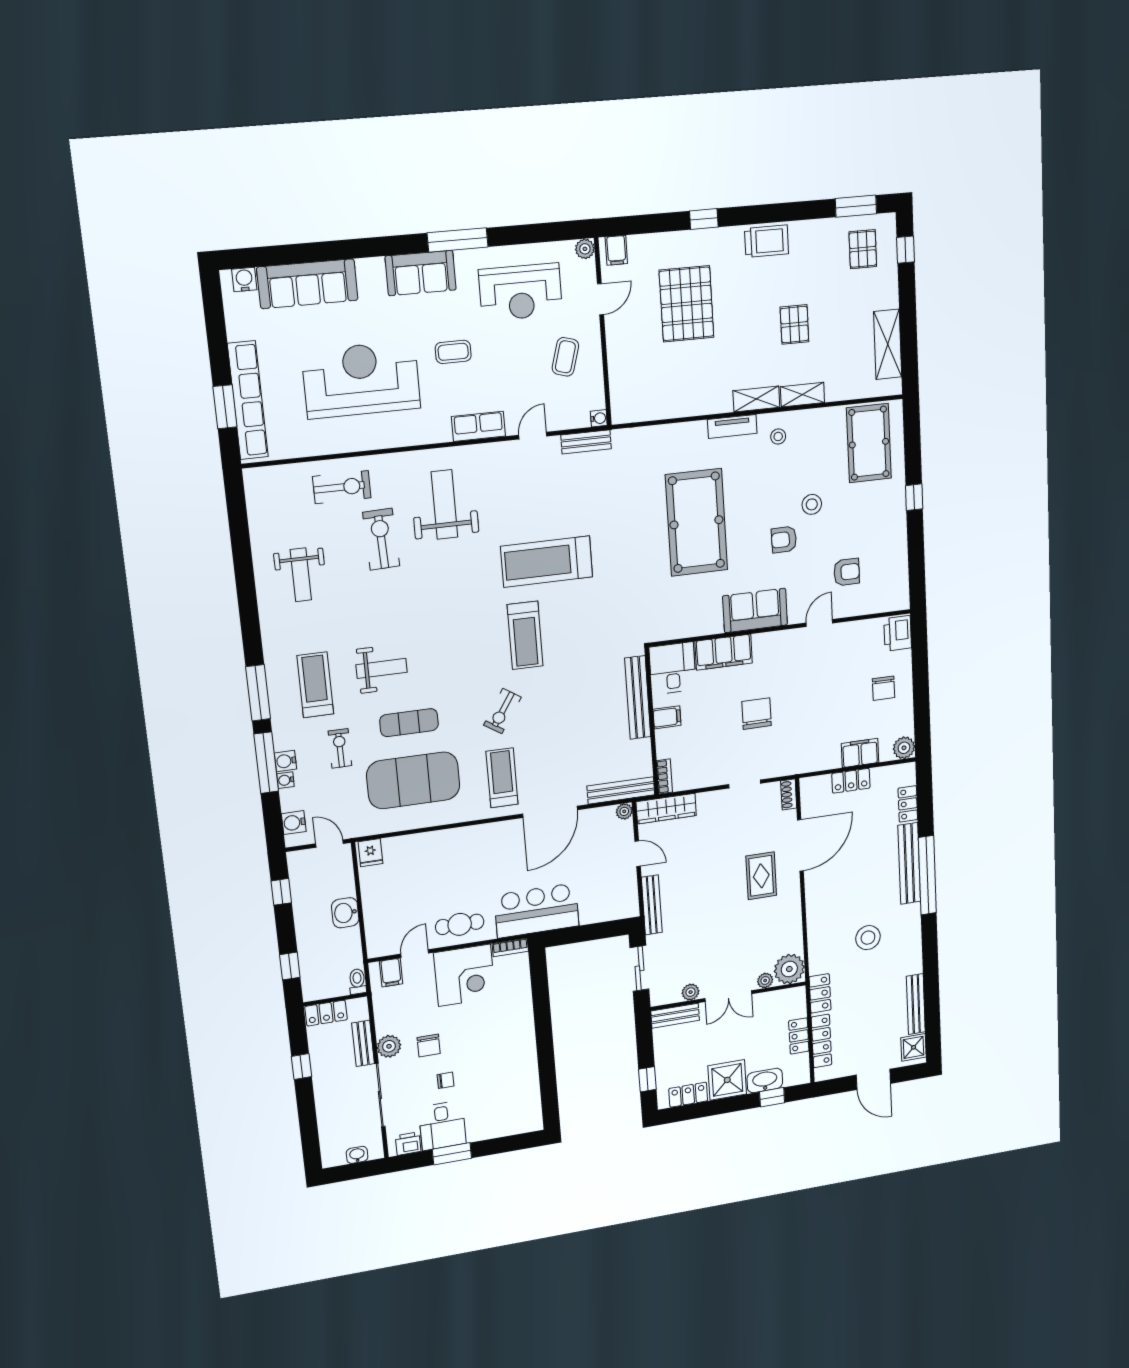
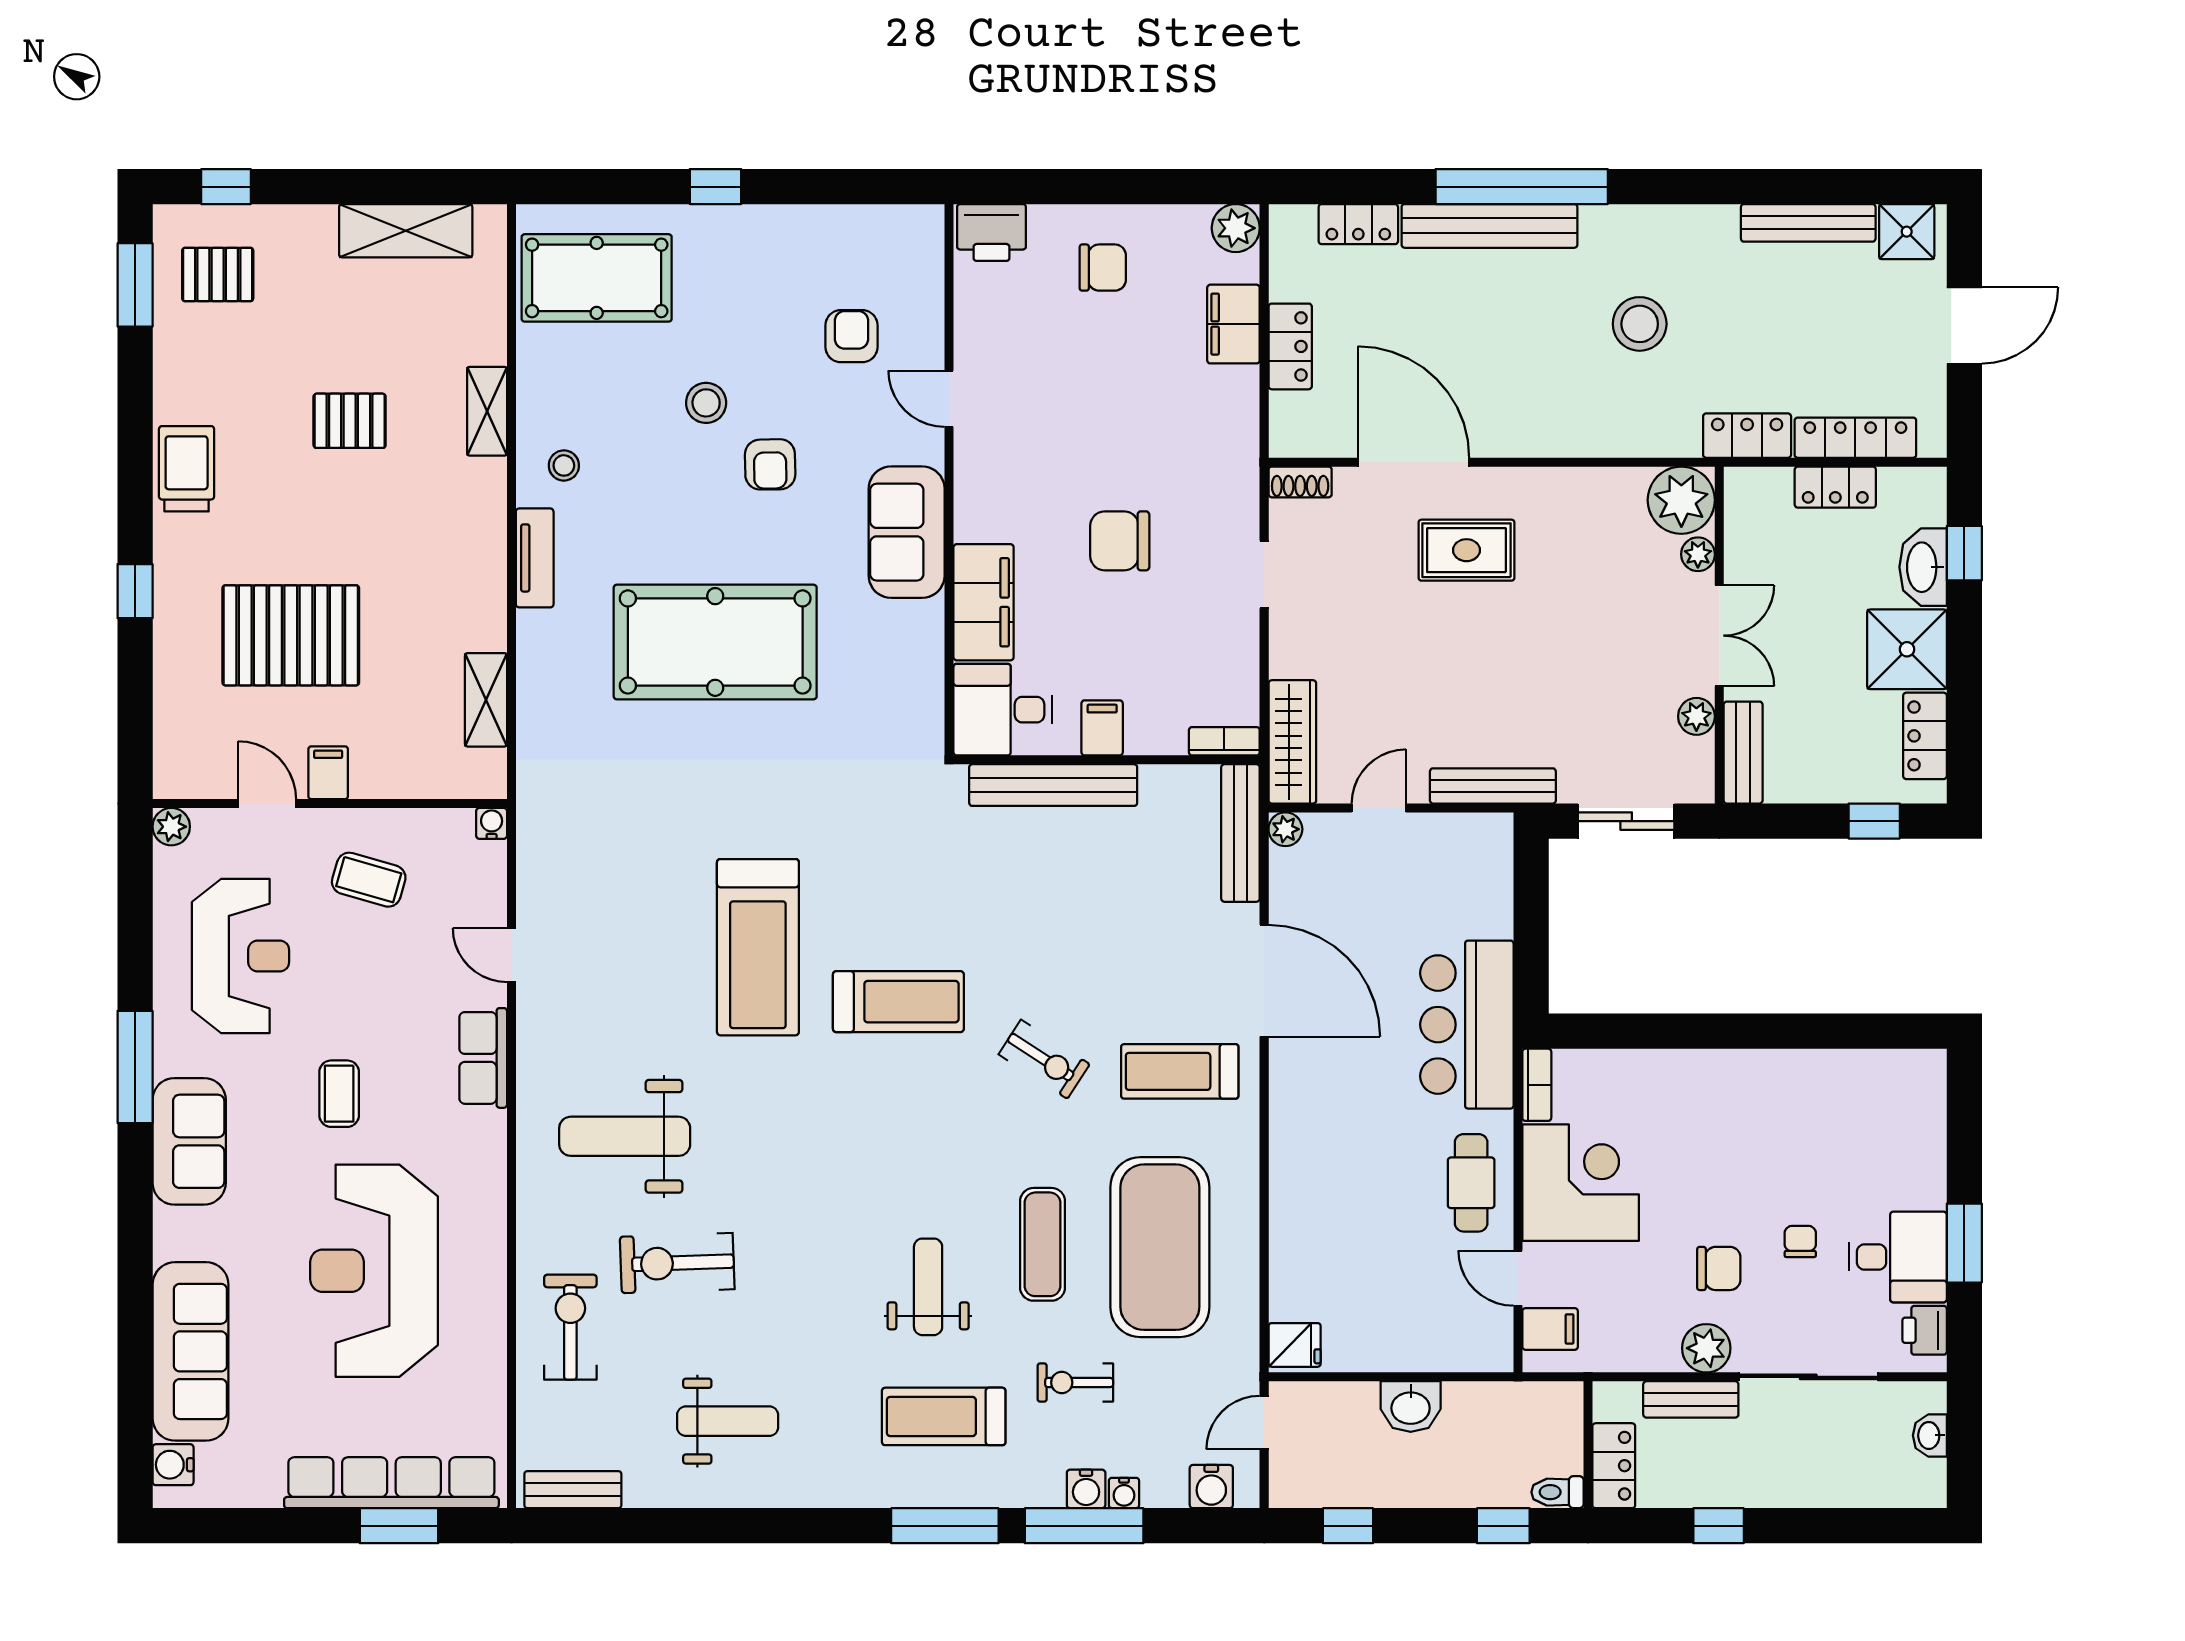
filing cabinet: (616, 250) -> (328, 773), moved, turned -90
shelving: (756, 399) -> (486, 700), moved
bench: (586, 442) -> (573, 1490), moved, turned 90
toilet: (357, 981) -> (1557, 1492), moved

